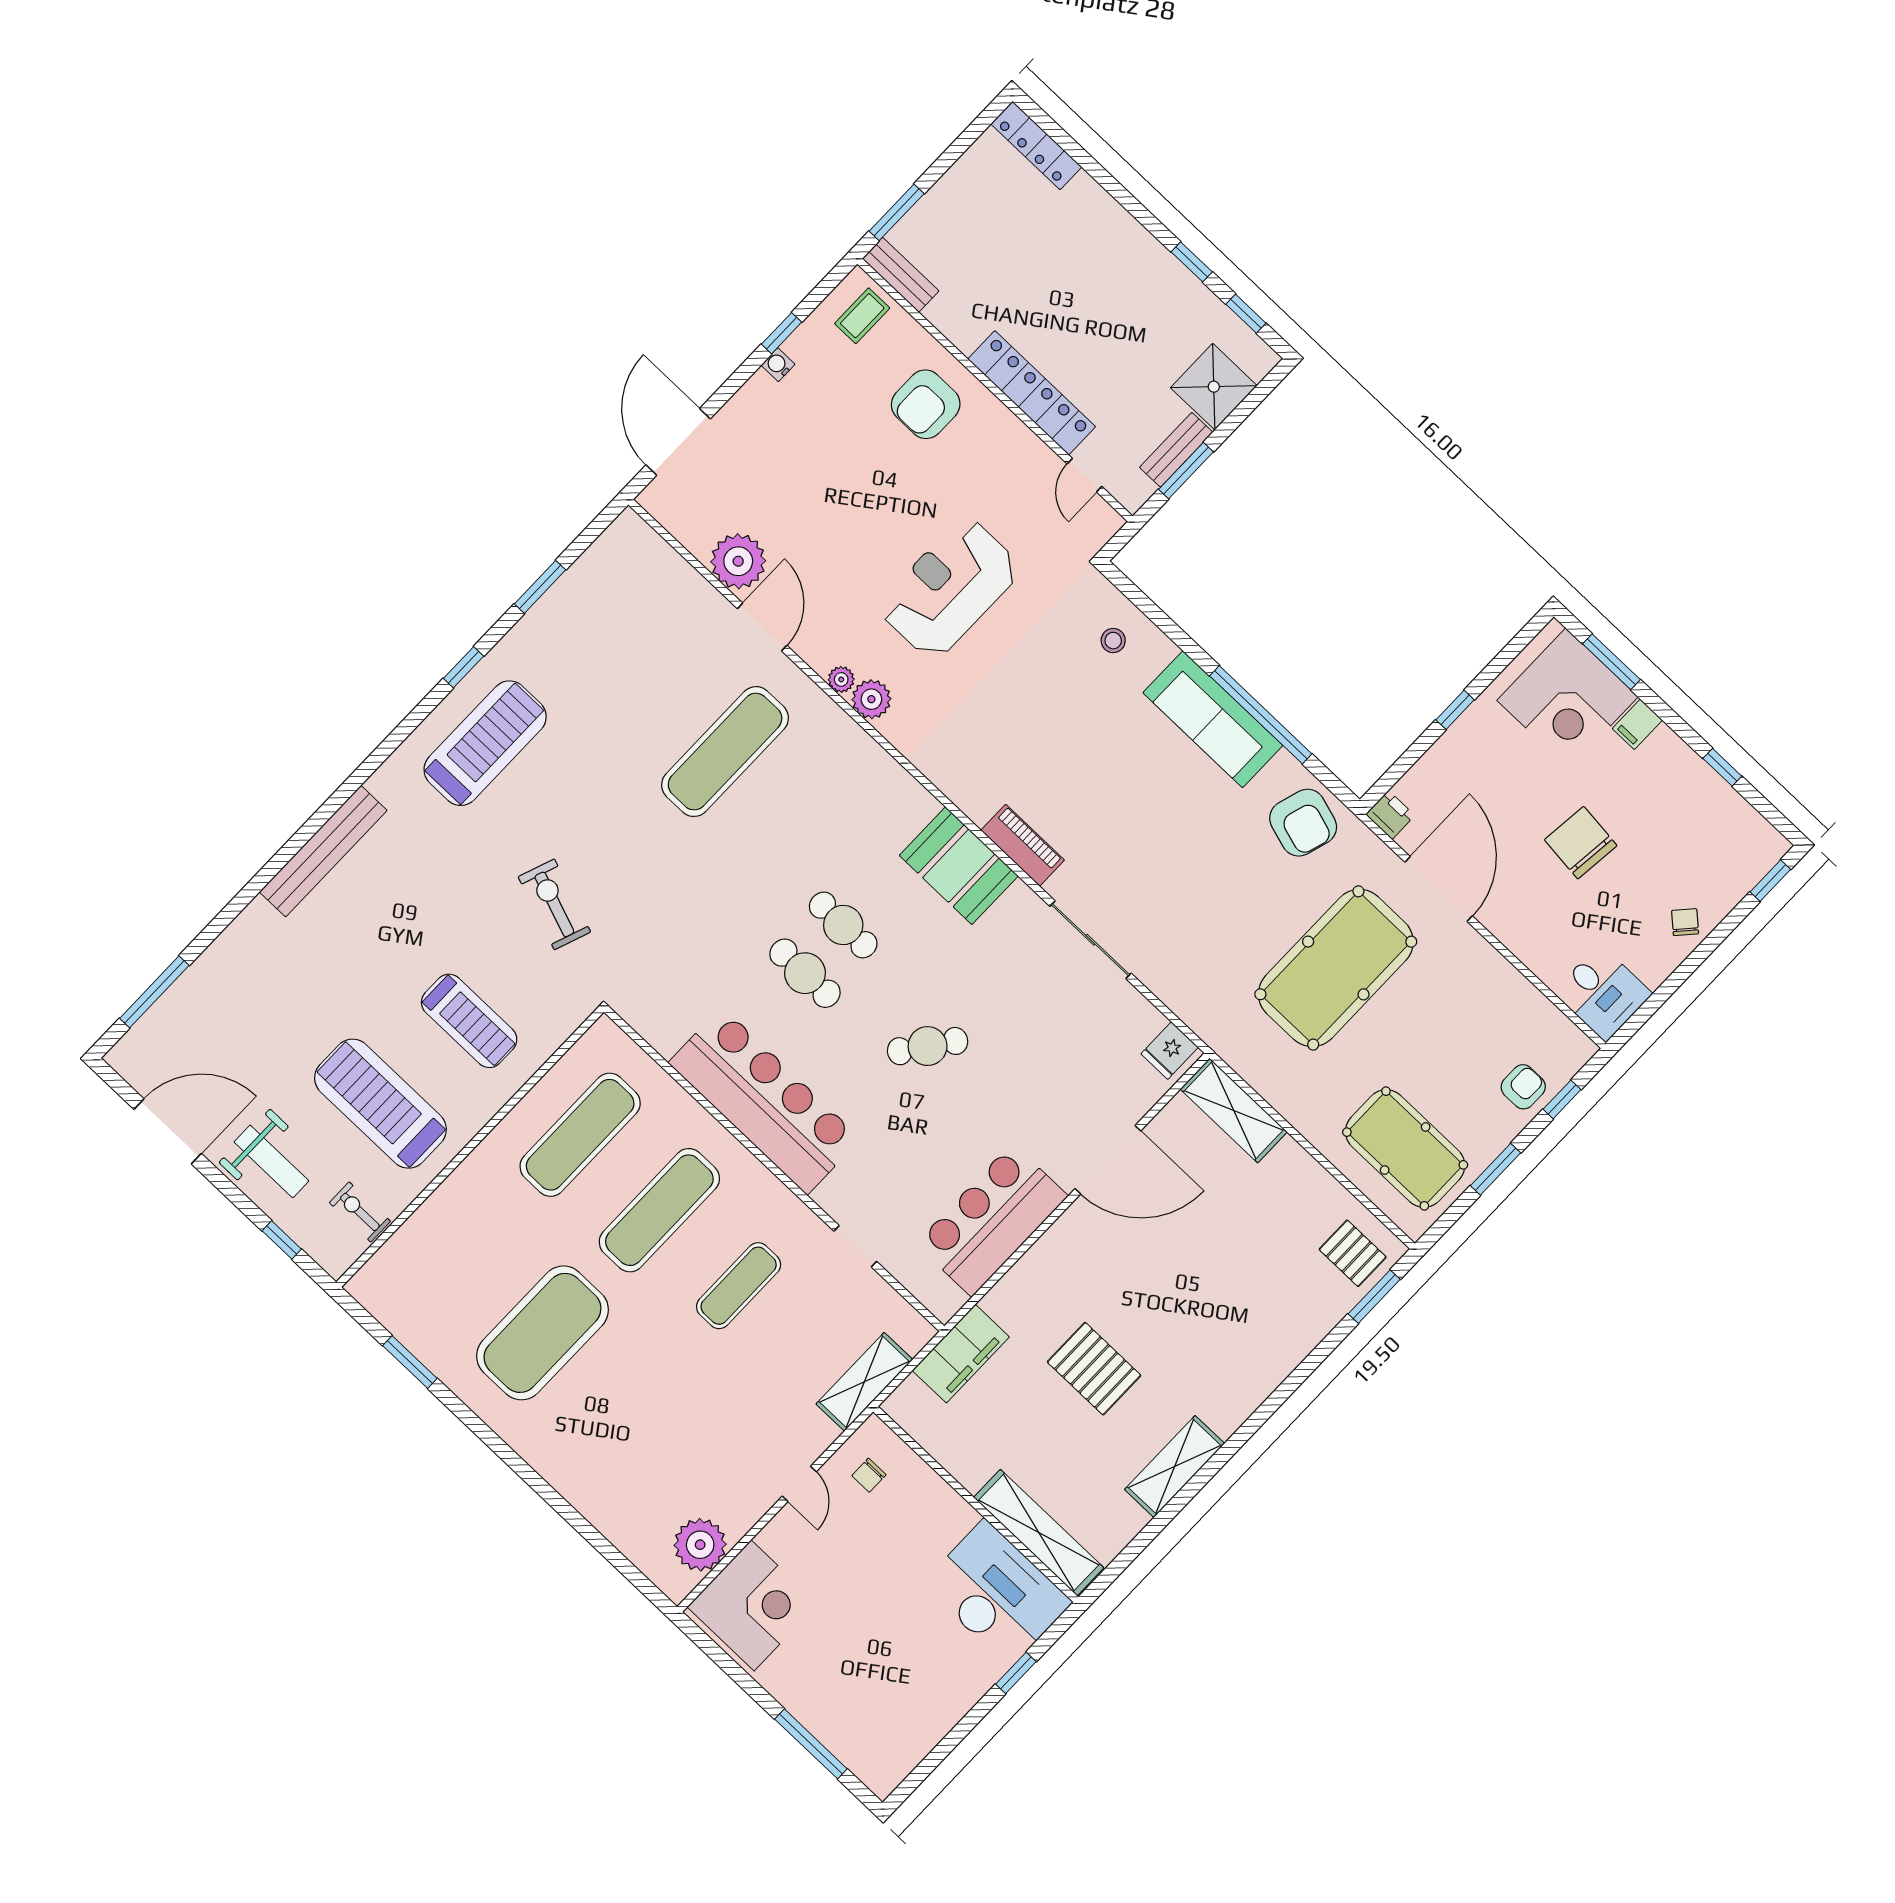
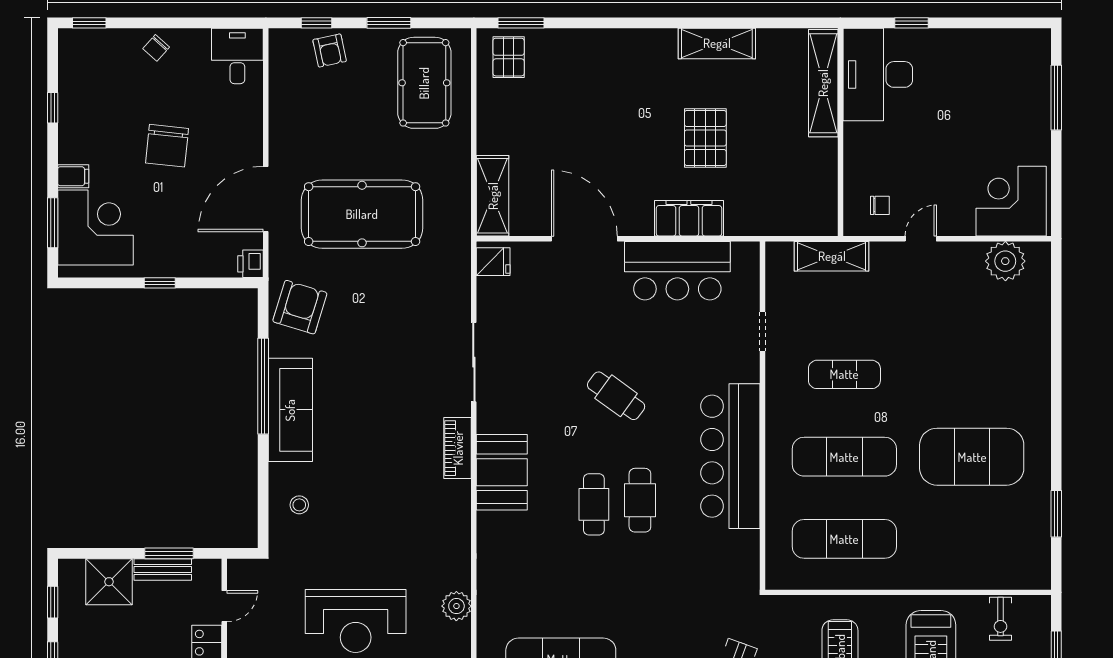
plant: (841, 679) -> (461, 633), removed
armchair: (1523, 1087) -> (330, 51), turned -102
filing cabinet: (961, 1354) -> (689, 218), moved

